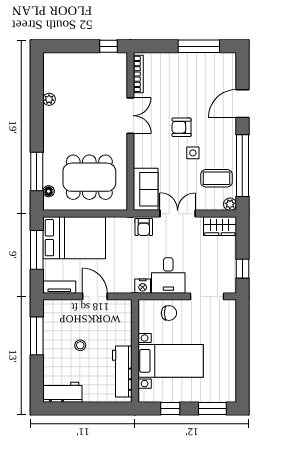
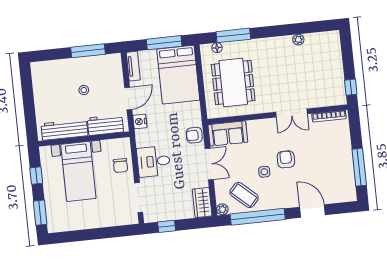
coffee table: (217, 178) -> (244, 195), turned -48
nightstand: (143, 286) -> (140, 122), moved
workbench: (62, 392) -> (105, 125), moved, turned -90

